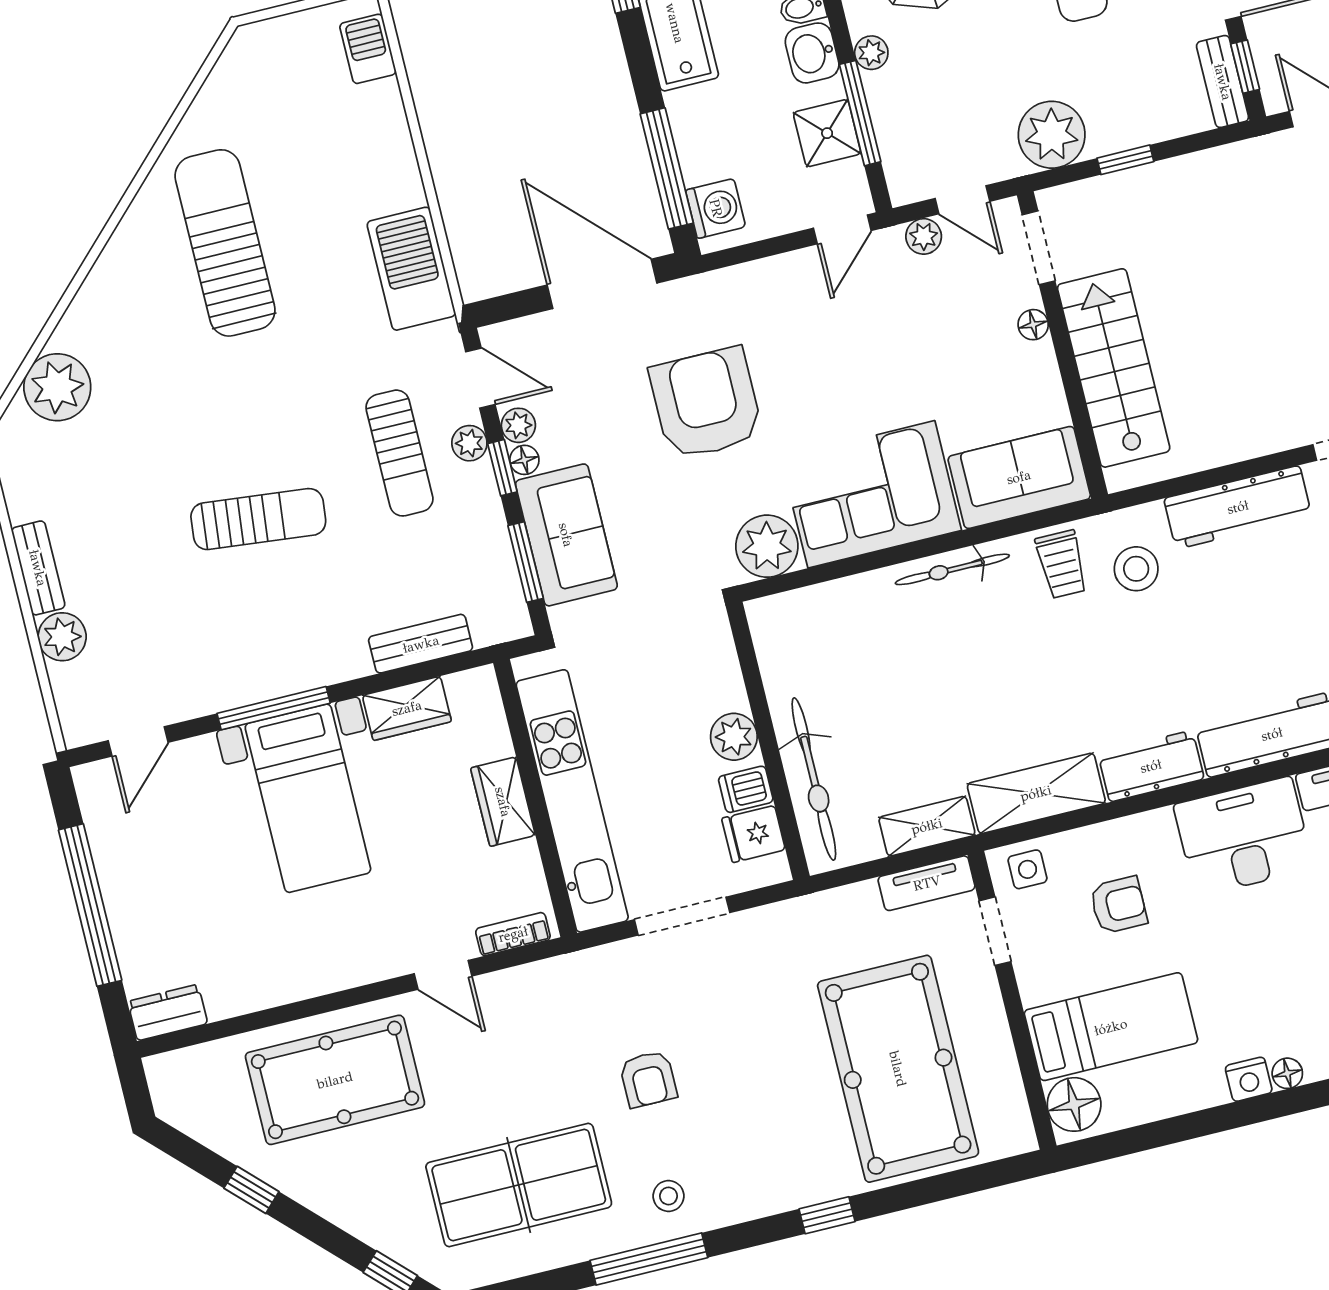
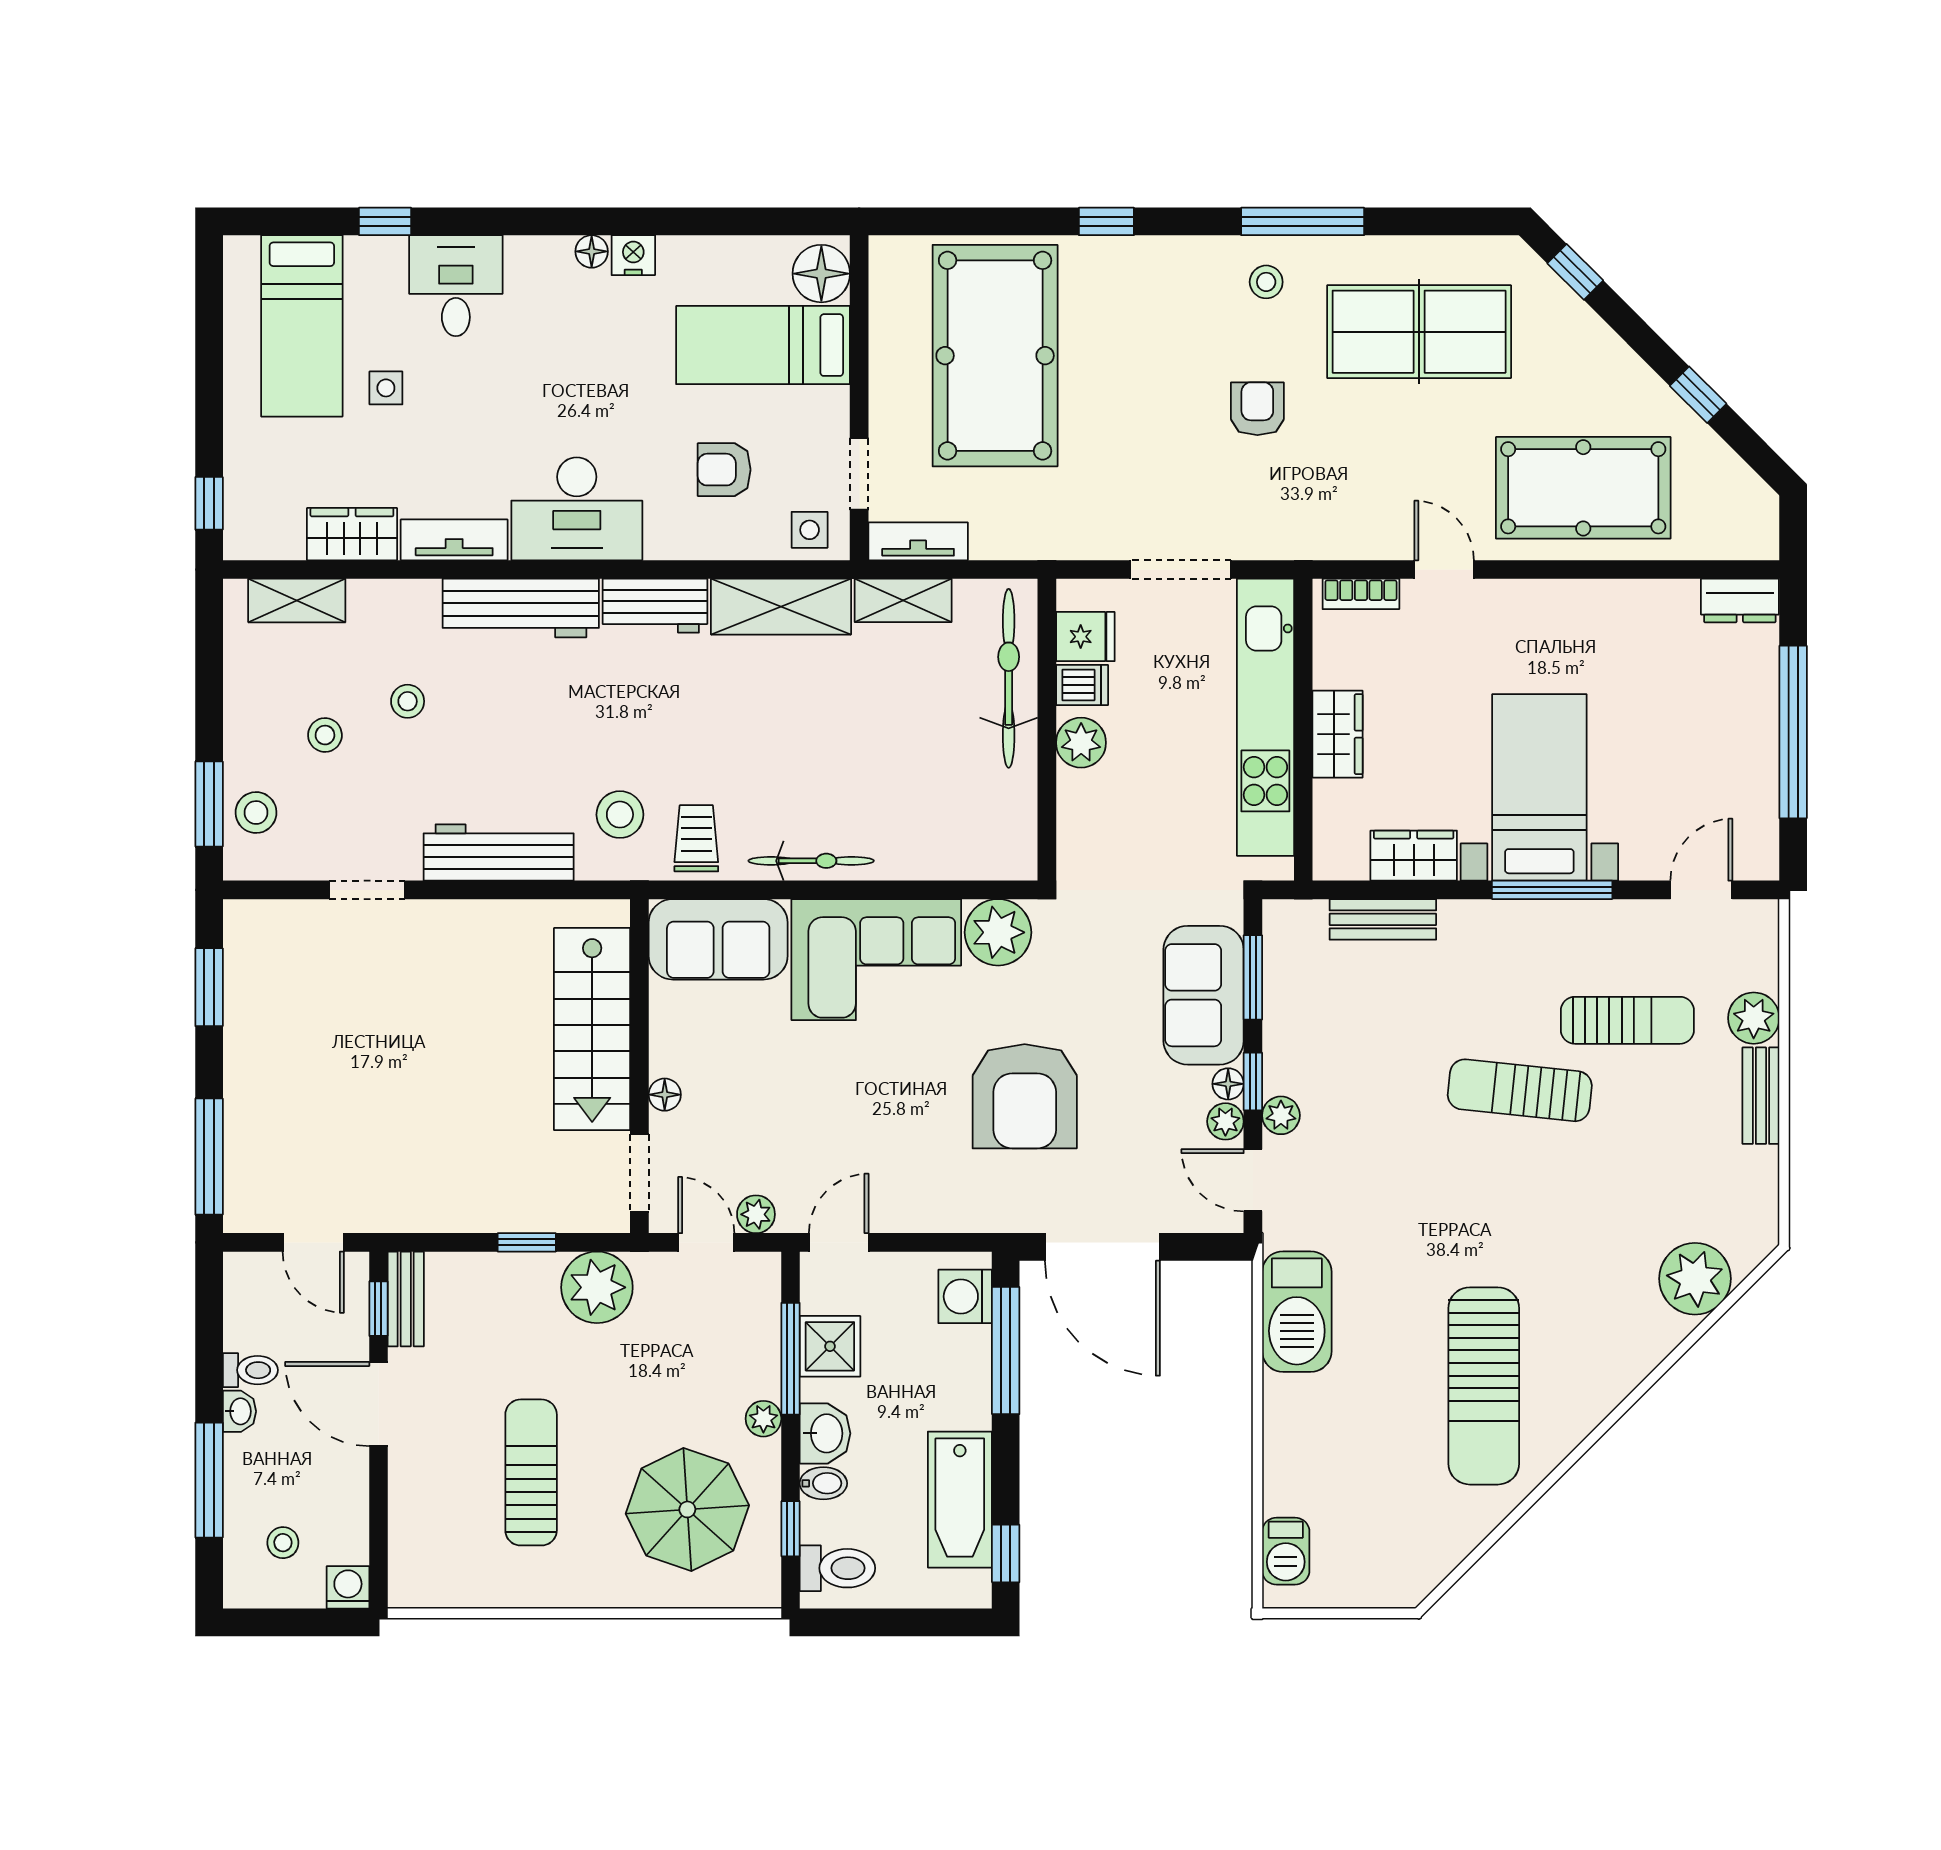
sun lounger: (399, 453) -> (1627, 1020), moved, turned 90

